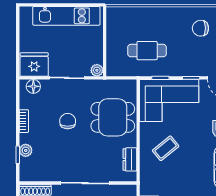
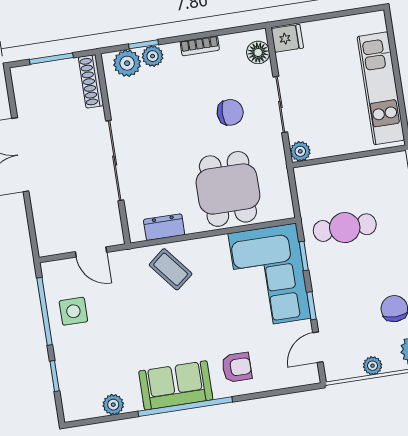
cafe table: (147, 51) -> (345, 228), turned 90
fridge: (34, 65) -> (287, 38), width x0.53, depth x0.75
chair: (68, 121) -> (230, 112), moved
coffee table: (166, 148) -> (171, 269), moved
plant: (28, 166) -> (127, 63), added

